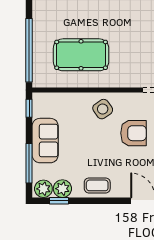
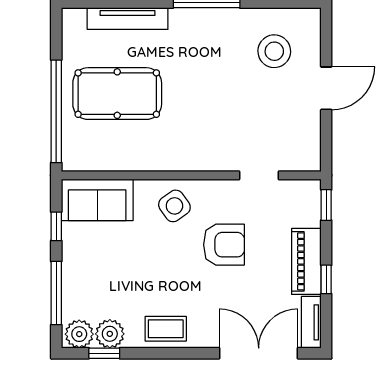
pool table: (81, 55) -> (117, 94), moved
window: (29, 108) -> (56, 226), moved
sofa: (45, 141) -> (97, 200), moved, turned 90

